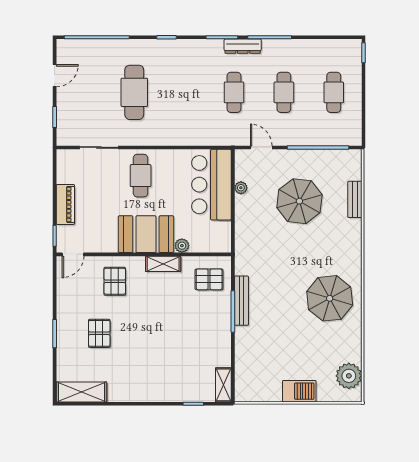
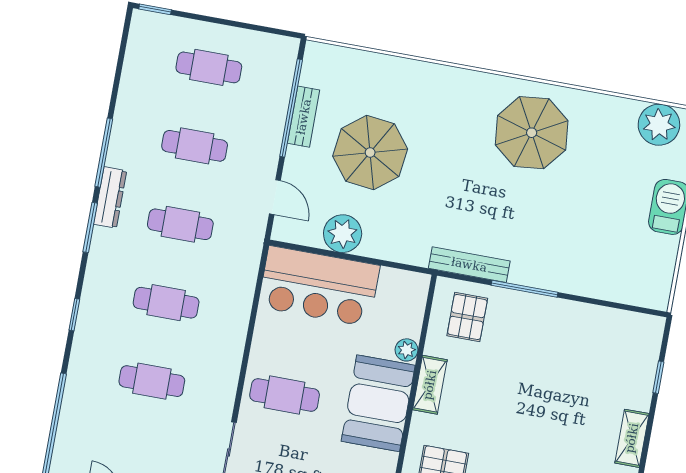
cafe table: (134, 92) -> (152, 381), width x0.73, depth x0.74
cafe table: (184, 92) -> (166, 303), added
door: (261, 147) -> (275, 197), swing flipped
plant: (241, 188) -> (343, 234), width x1.88, depth x1.88
bench: (355, 199) -> (304, 117), moved, turned 90
bench: (241, 301) -> (469, 265), moved
shelving: (223, 385) -> (632, 438), moved, turned 90

